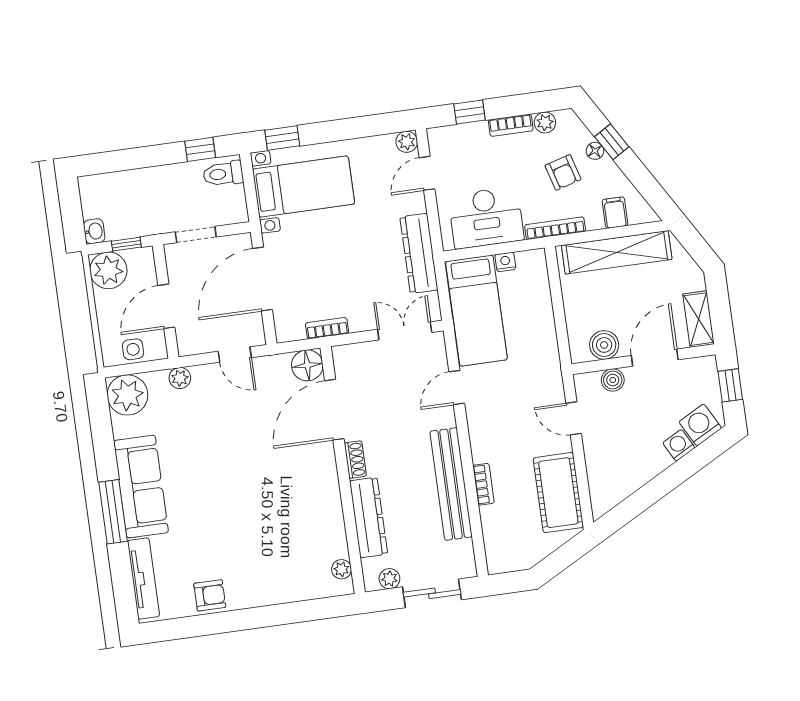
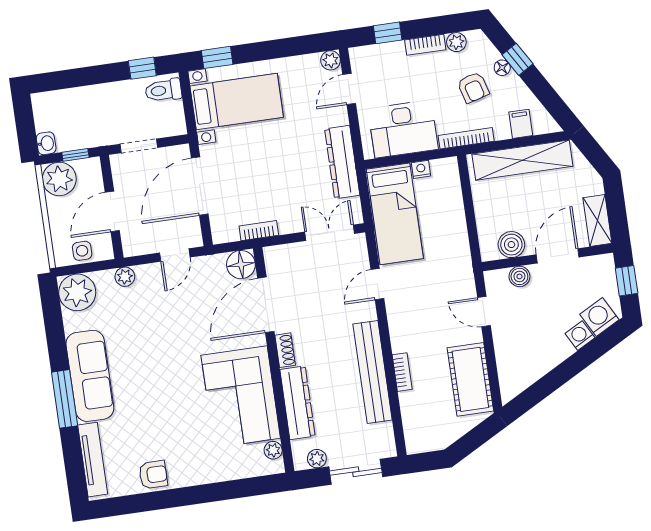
door: (235, 354) -> (175, 255), hinge flipped
corner sofa: (306, 510) -> (241, 397), added

